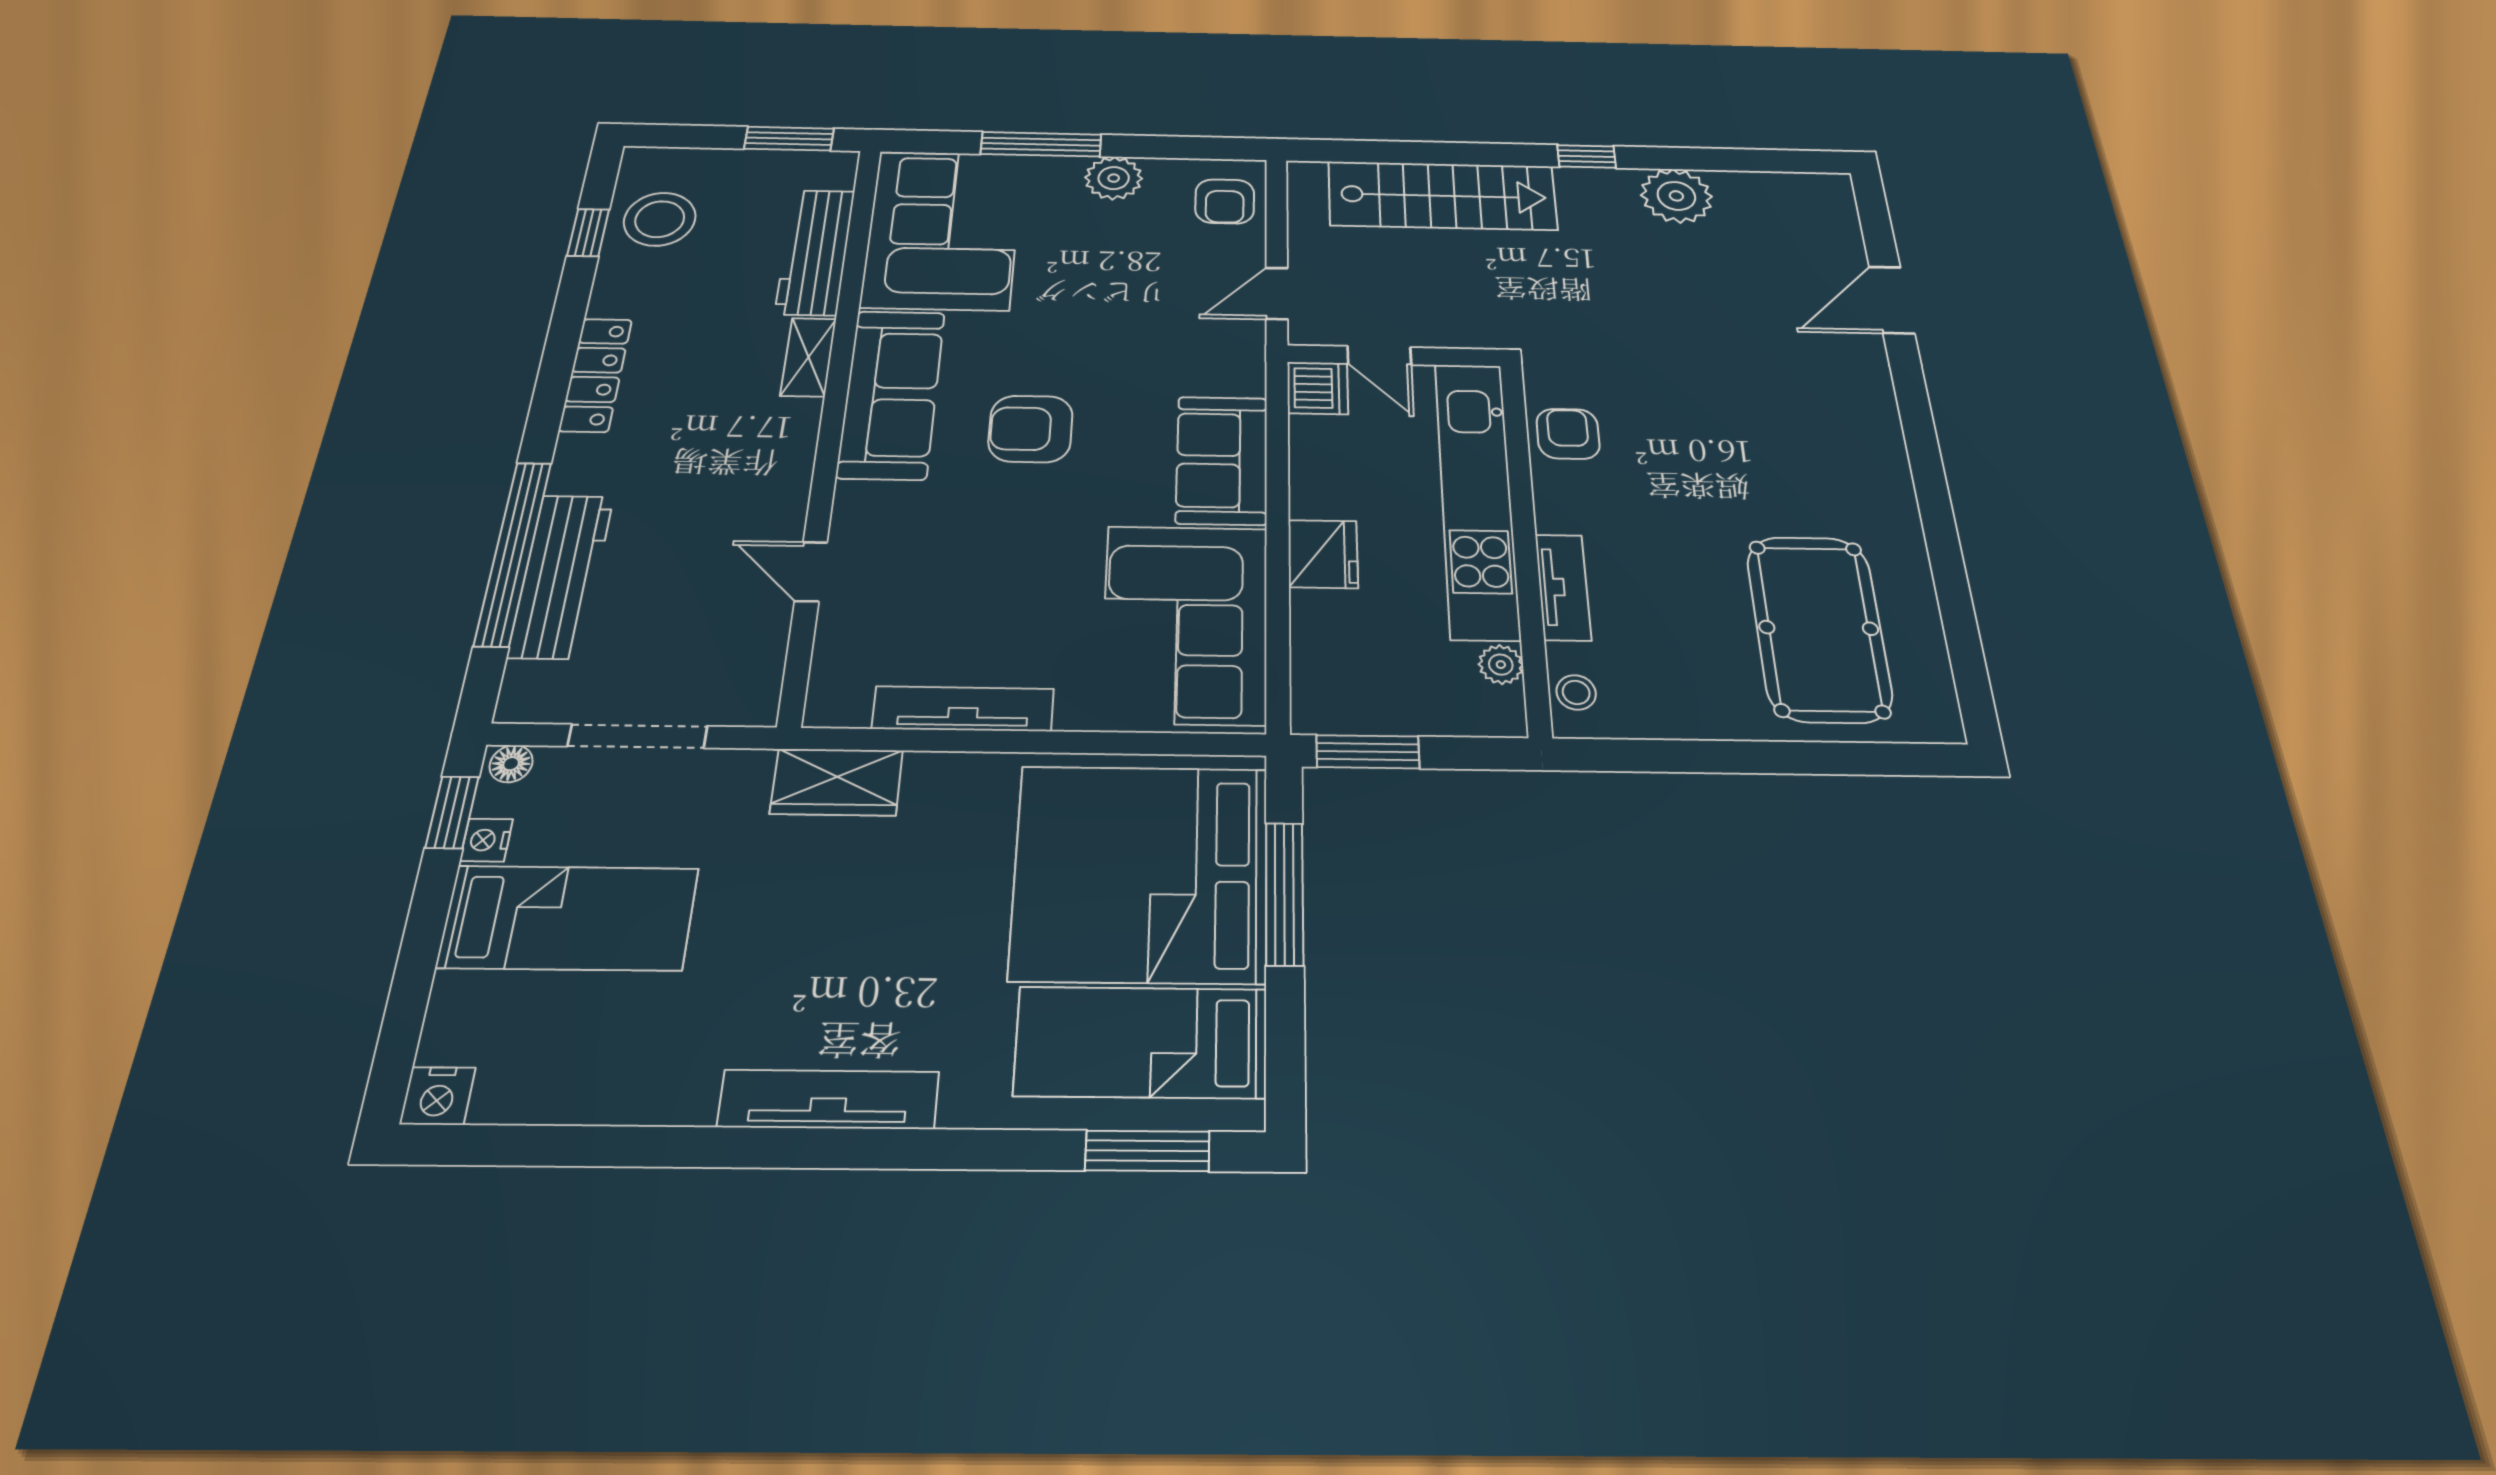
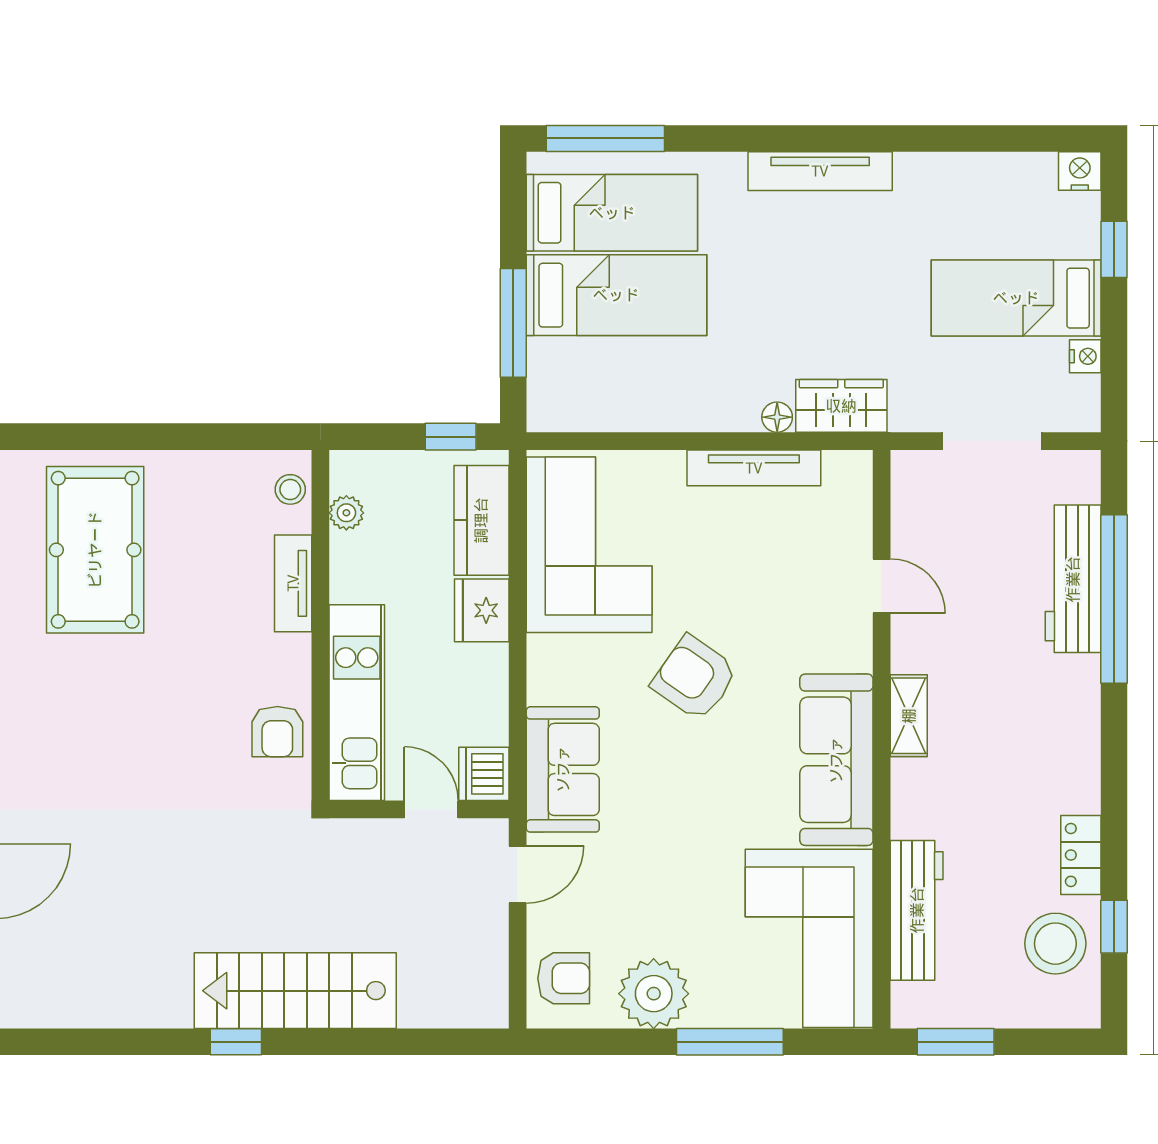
plant: (1114, 178) -> (654, 994), width x1.36, depth x1.36
stairs: (1442, 196) -> (295, 991), moved
plant: (1676, 196) -> (159, 996), removed
armchair: (1225, 201) -> (564, 978), turned 90
shelving: (808, 357) -> (909, 716), moved
locker: (596, 375) -> (1081, 855), moved, width x0.66
armchair: (1031, 429) -> (695, 678), moved, turned -145
sofa: (1222, 460) -> (563, 769), moved
kitchen unit: (1476, 497) -> (357, 703), width x0.73
kitchen counter: (1325, 653) -> (481, 520), added
window: (1368, 752) -> (451, 437), width x0.67
floor lamp: (511, 764) -> (777, 417), moved
window: (452, 812) -> (1114, 249), moved
bed: (1141, 873) -> (616, 295), width x0.49
window: (1147, 1151) -> (605, 138), width x1.44

